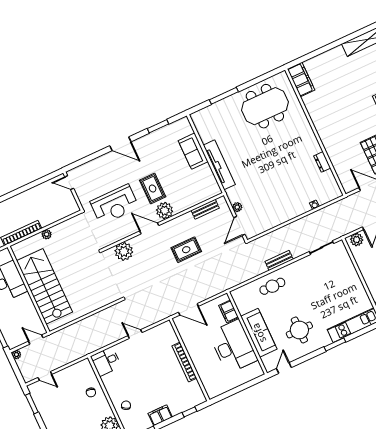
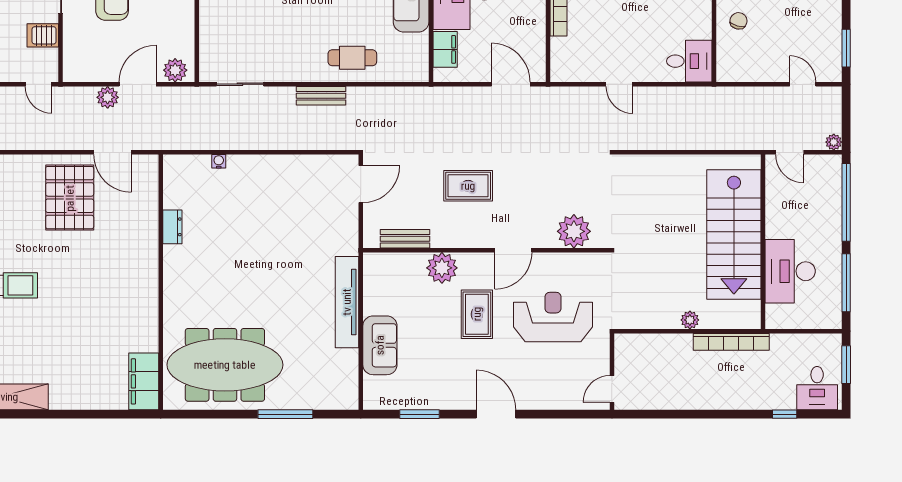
meeting table: (265, 106) -> (225, 365), width x1.36
door: (69, 183) -> (612, 389), swing flipped
plant: (237, 207) -> (350, 217), removed
plant: (165, 211) -> (442, 268), moved
door: (149, 228) -> (513, 250), hinge flipped

